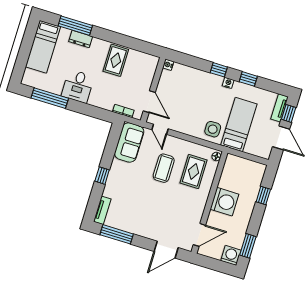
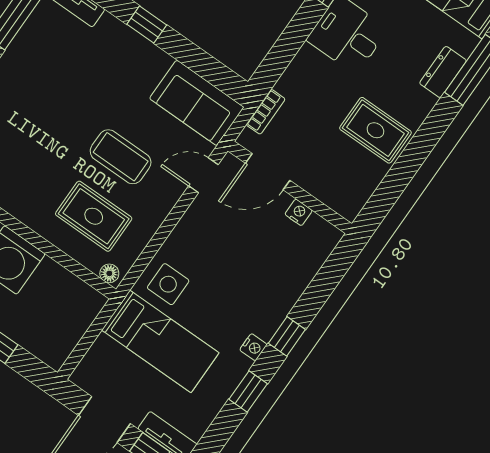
nightstand: (168, 65) -> (299, 212), moved

